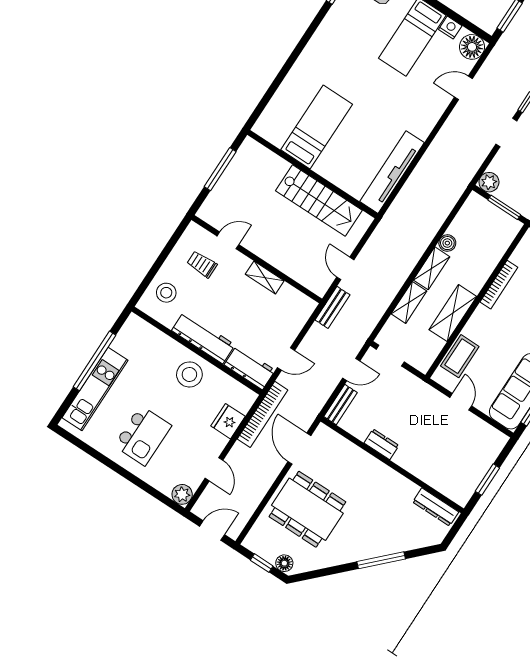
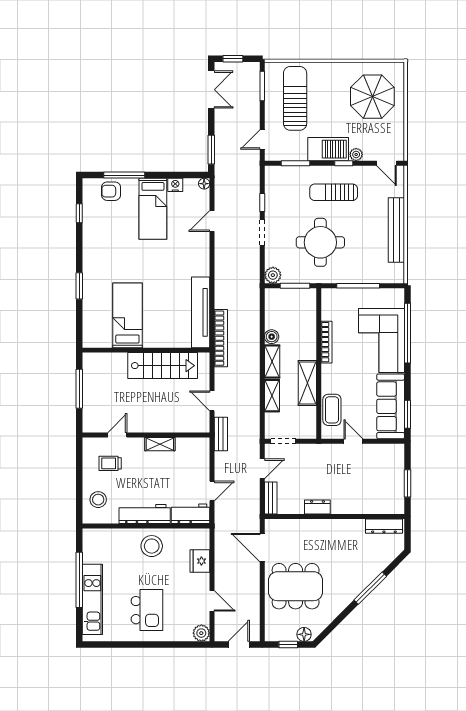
floor lamp: (472, 47) -> (204, 184), width x0.53, depth x0.53
window: (288, 66) -> (79, 286), added
bookcase: (263, 414) -> (221, 338), moved

